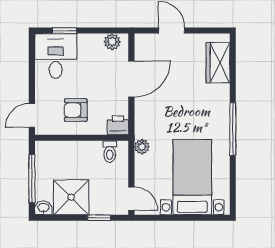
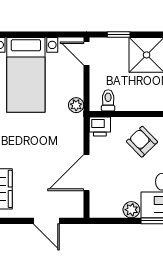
plant: (112, 42) -> (131, 210), moved
armchair: (76, 110) -> (142, 142), turned -134

